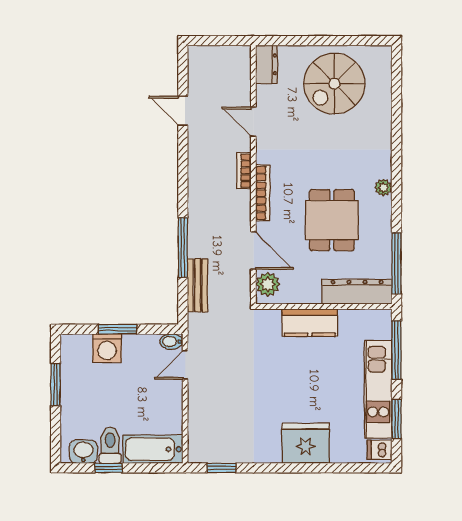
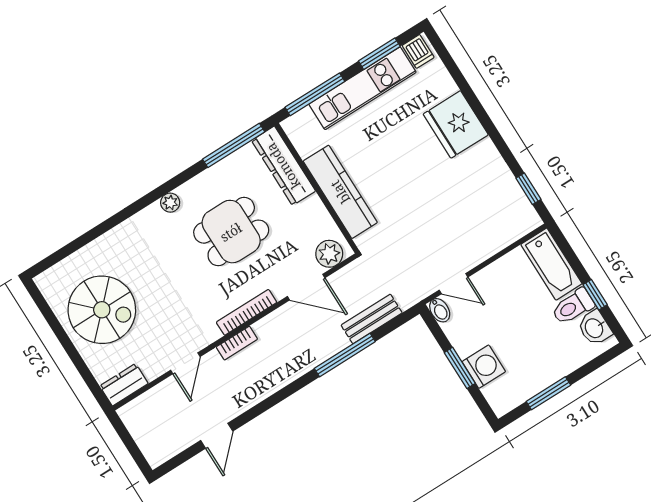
door: (253, 251) -> (306, 287), swing flipped
kitchen counter: (310, 323) -> (340, 192), width x1.50

